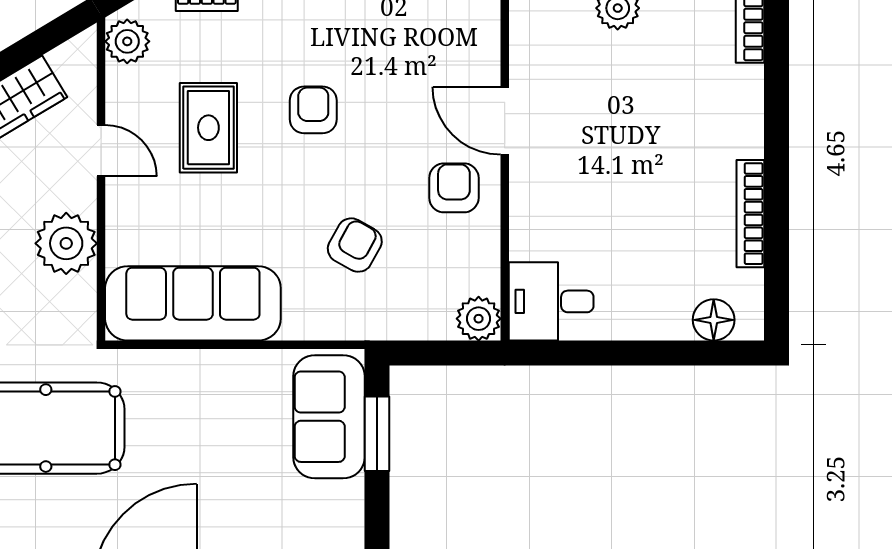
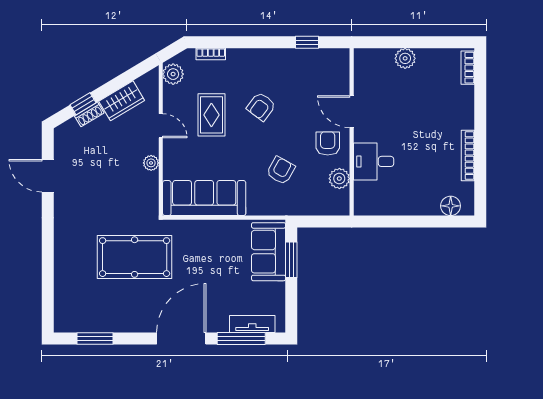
armchair: (313, 110) -> (261, 107), turned -143
plant: (66, 243) -> (151, 163), width x0.53, depth x0.53
desk: (551, 301) -> (374, 161), moved
plant: (479, 319) -> (339, 179), moved

